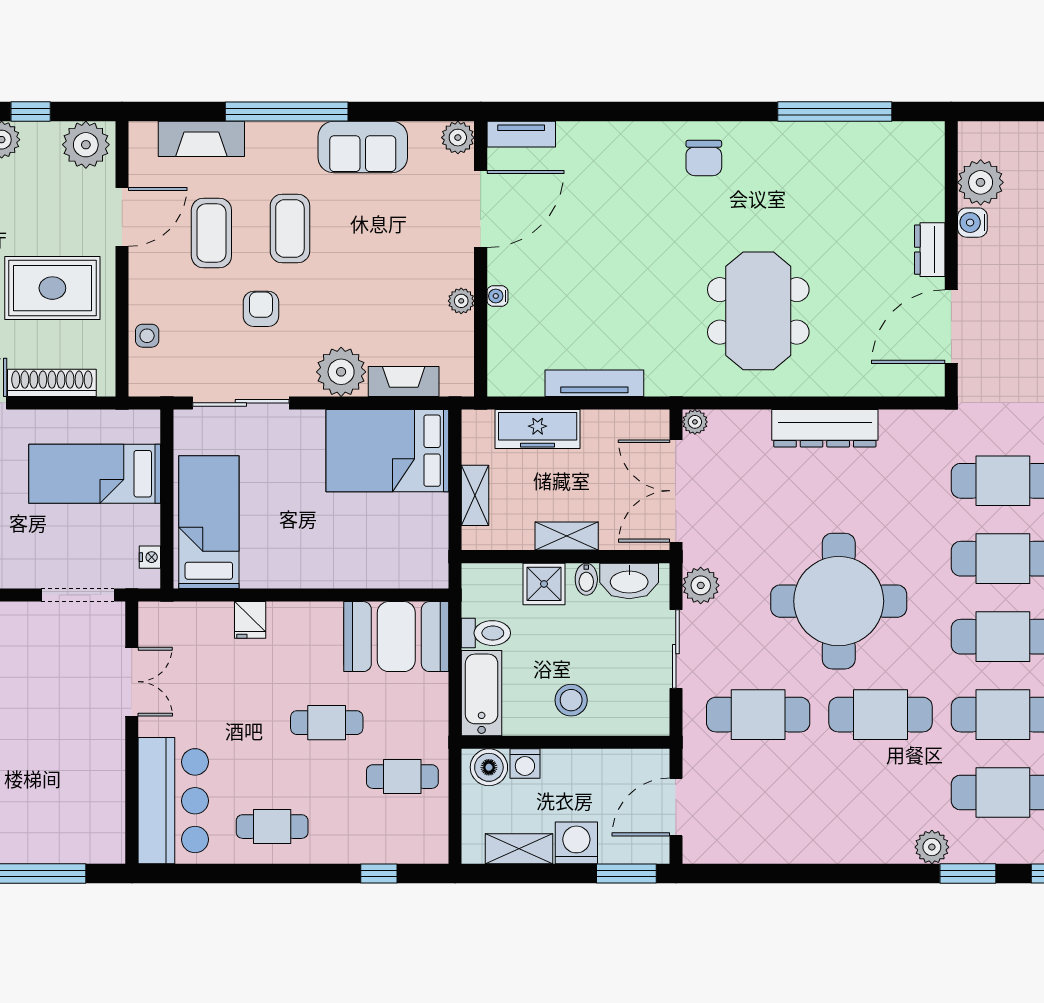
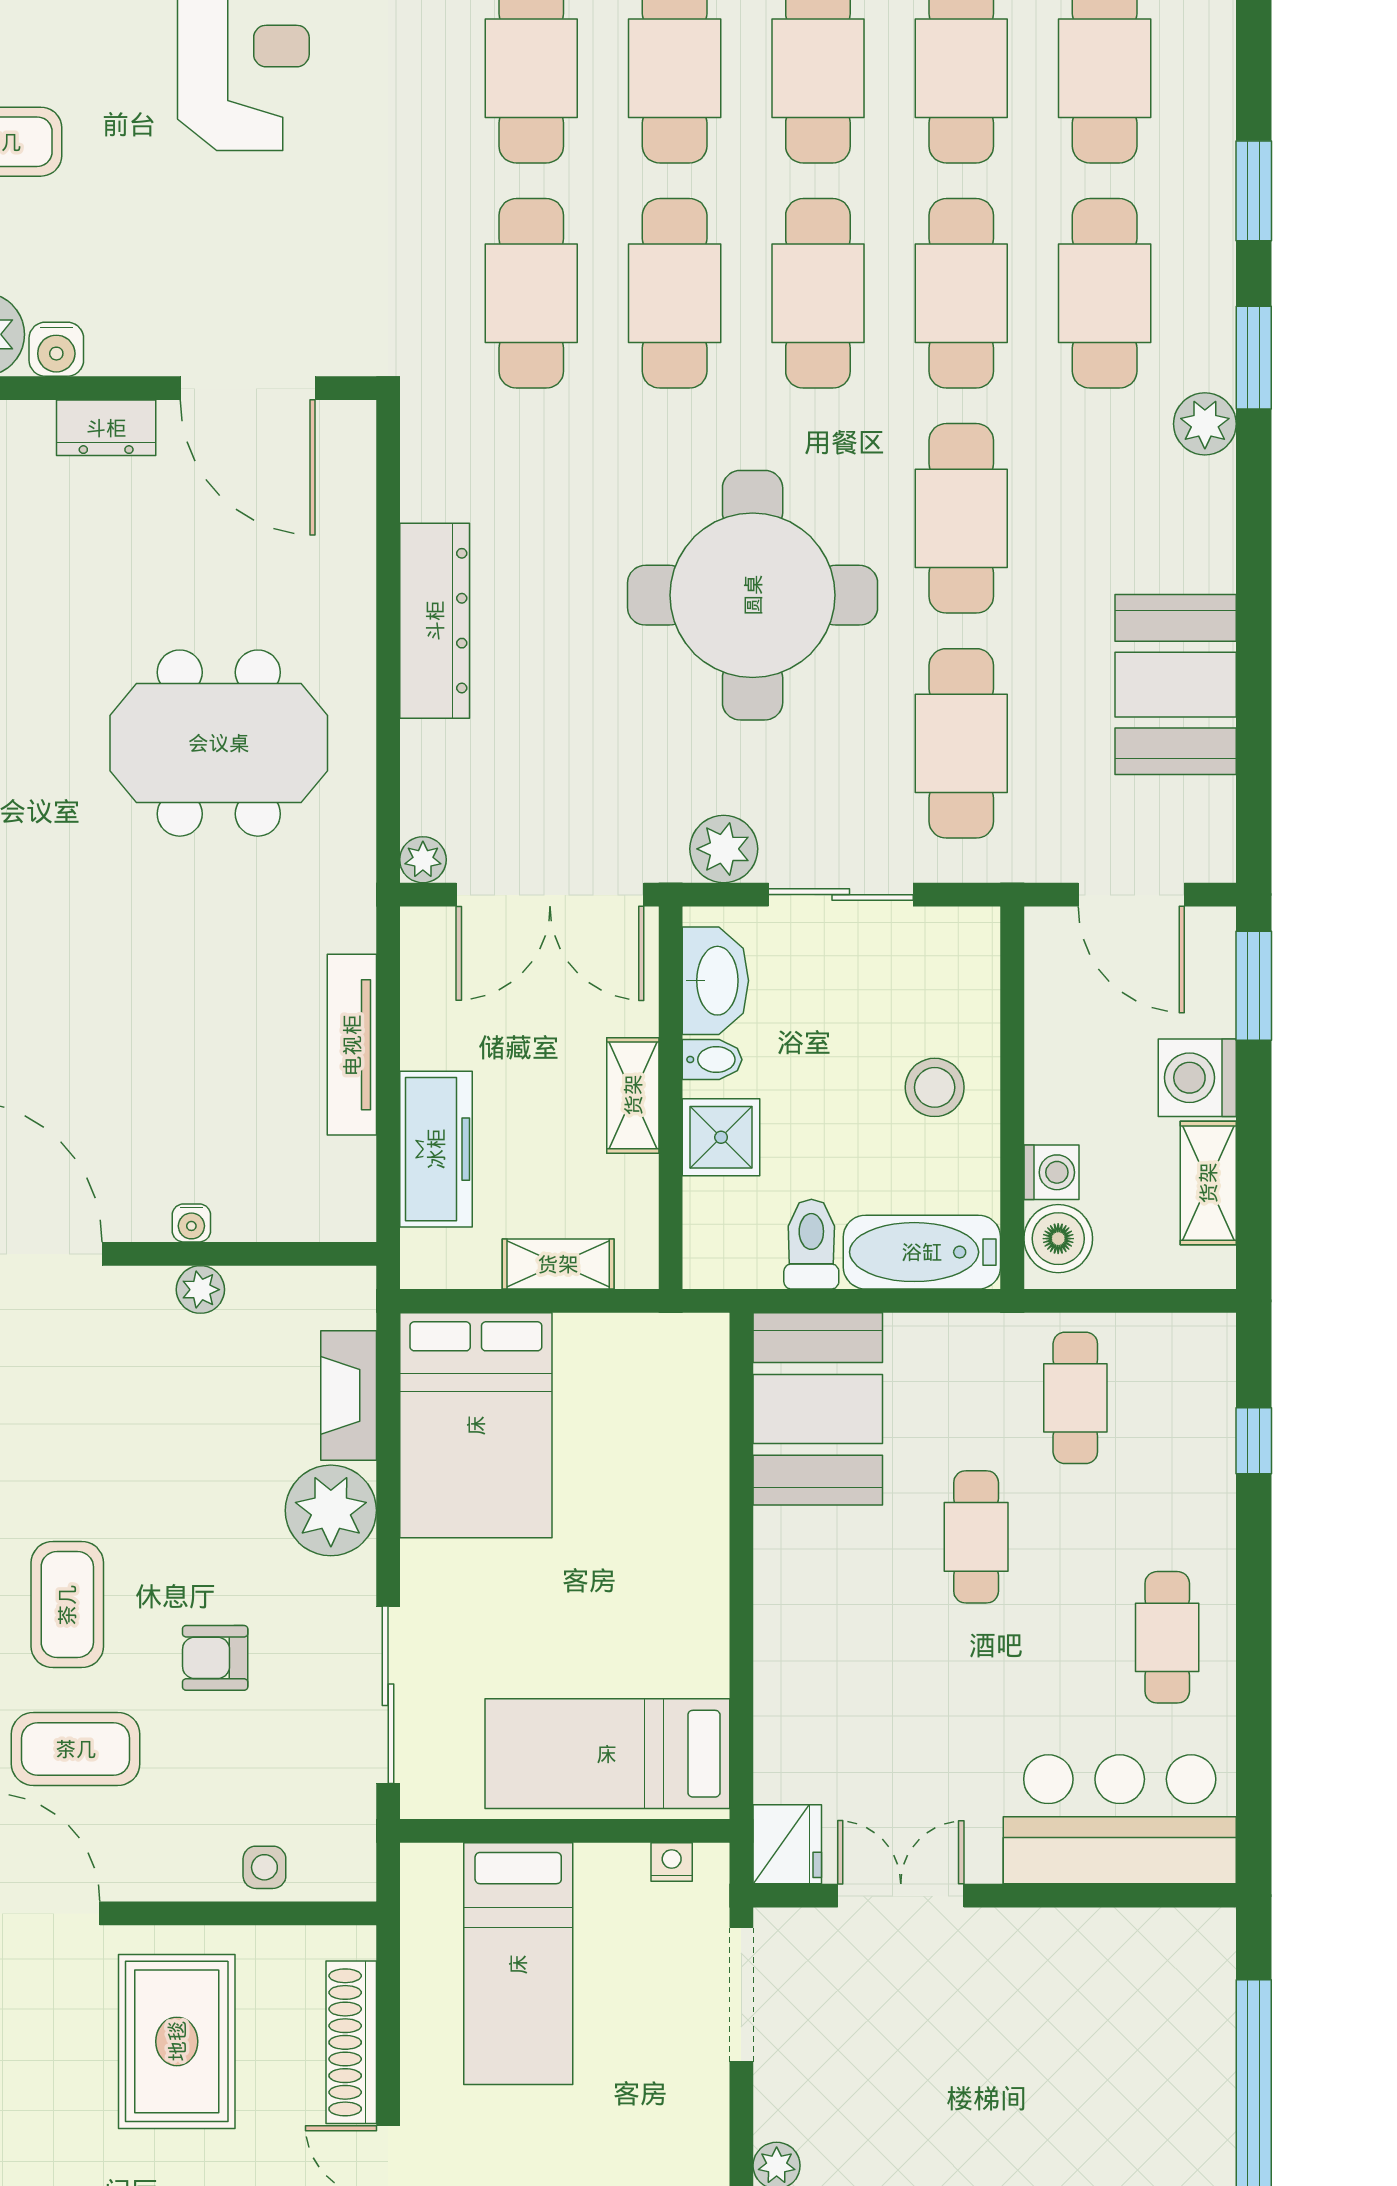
coffee table: (290, 228) -> (67, 1605), turned 90
fridge: (250, 620) -> (787, 1844), moved, width x1.38
booth: (790, 831) -> (1176, 685), added

